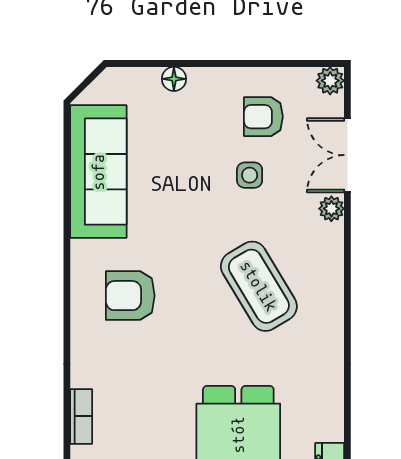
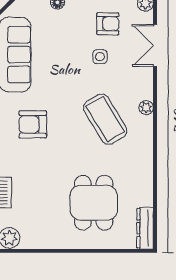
armchair: (263, 117) -> (108, 24), turned 180
plant: (331, 209) -> (146, 108), moved

